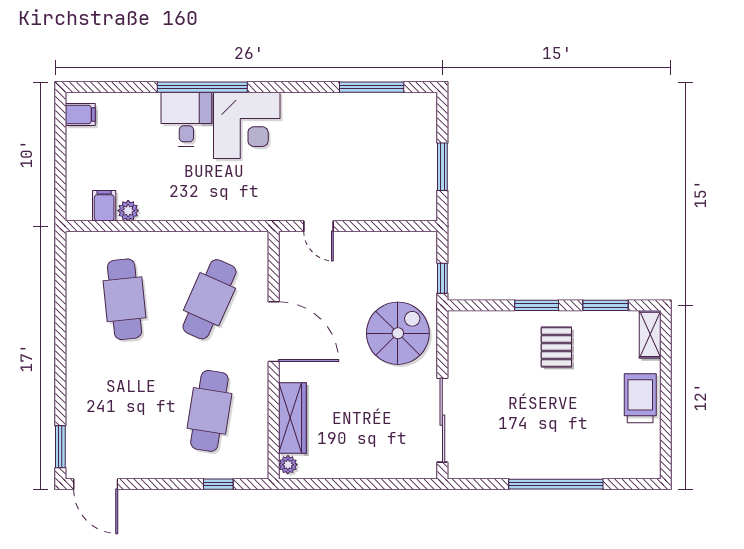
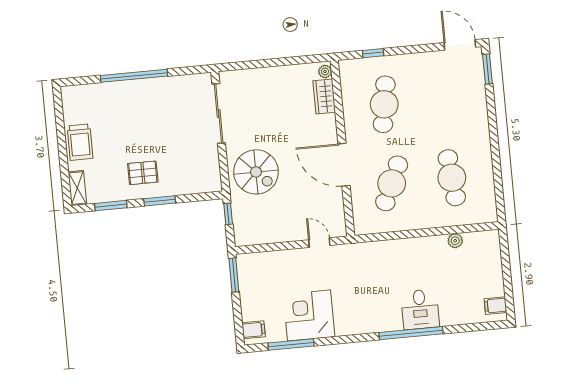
corner desk: (247, 125) -> (309, 315), moved
window: (442, 167) -> (234, 275), moved
filing cabinet: (104, 206) -> (254, 330), moved, turned -90
spiral stairs: (398, 333) -> (256, 172), turned -90
pallet: (556, 347) -> (143, 173), turned 90
wardrobe: (292, 418) -> (324, 96), width x0.67

